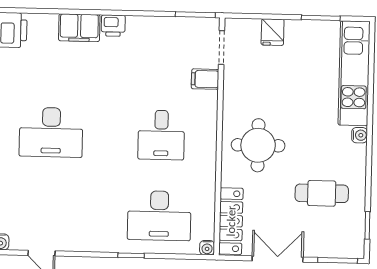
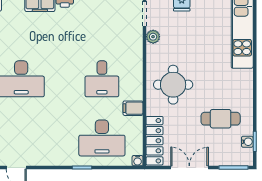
filing cabinet: (205, 79) -> (133, 108), moved
plant: (232, 79) -> (153, 37), added
water cooler: (360, 135) -> (247, 142), moved

